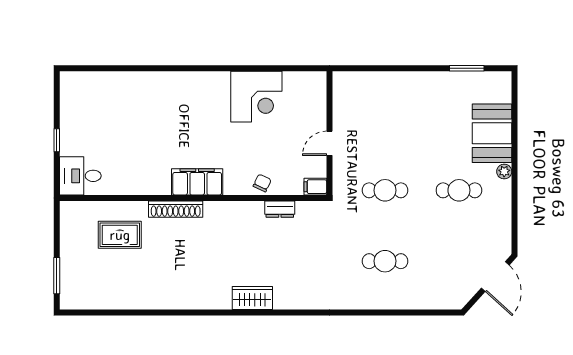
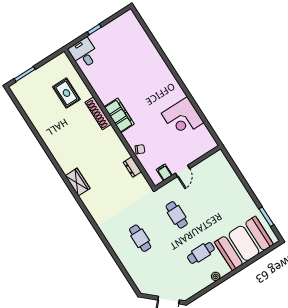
booth: (492, 133) -> (244, 243), width x1.36, depth x1.42
door: (329, 143) -> (183, 171), swing flipped
plant: (504, 172) -> (216, 276), moved
filing cabinet: (315, 187) -> (164, 172), moved
cafe table: (459, 190) -> (201, 253), turned 90

